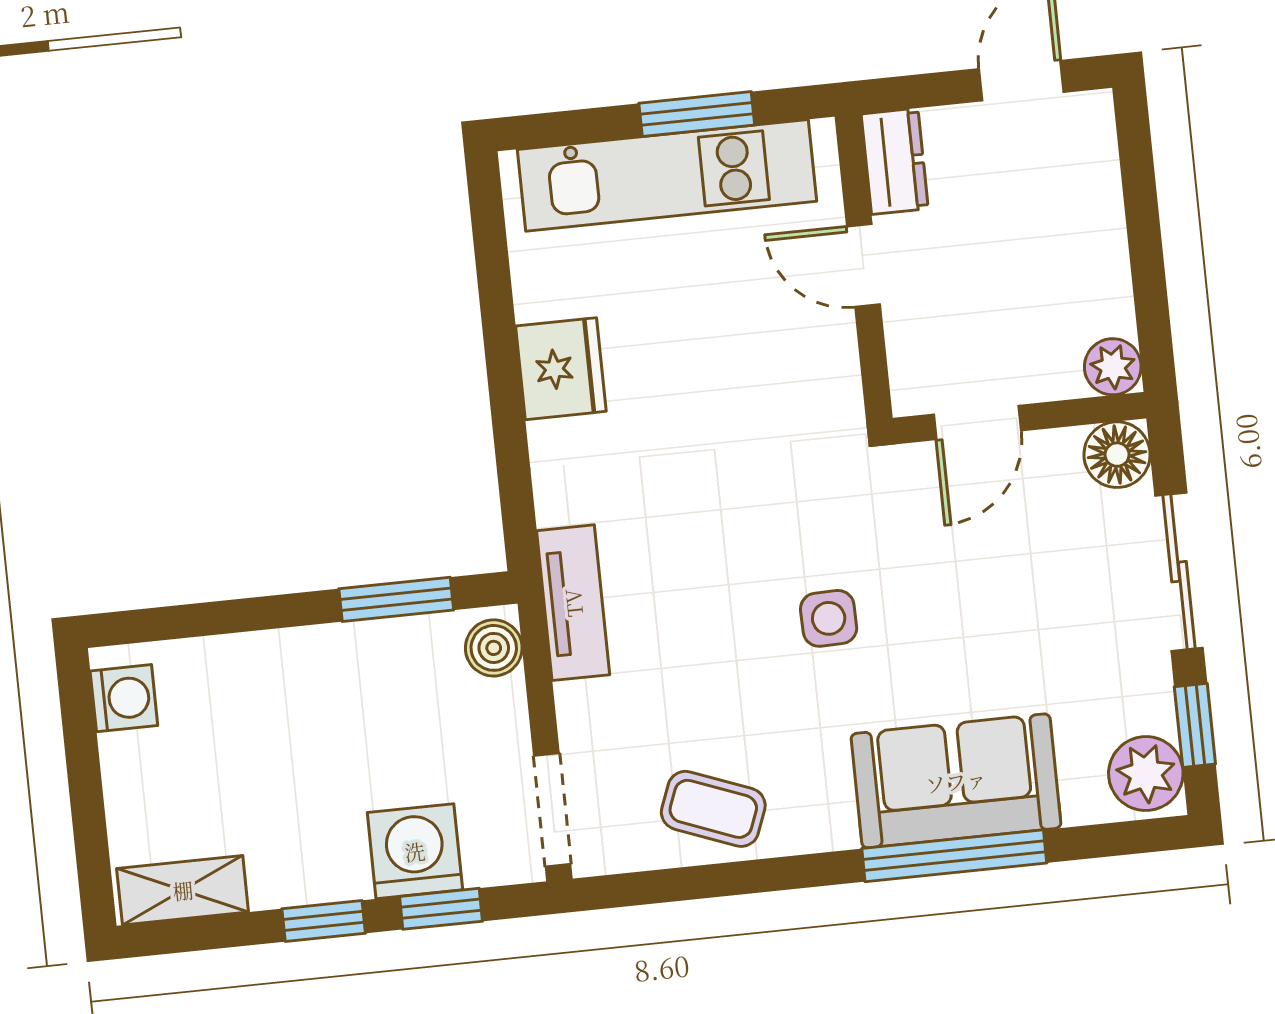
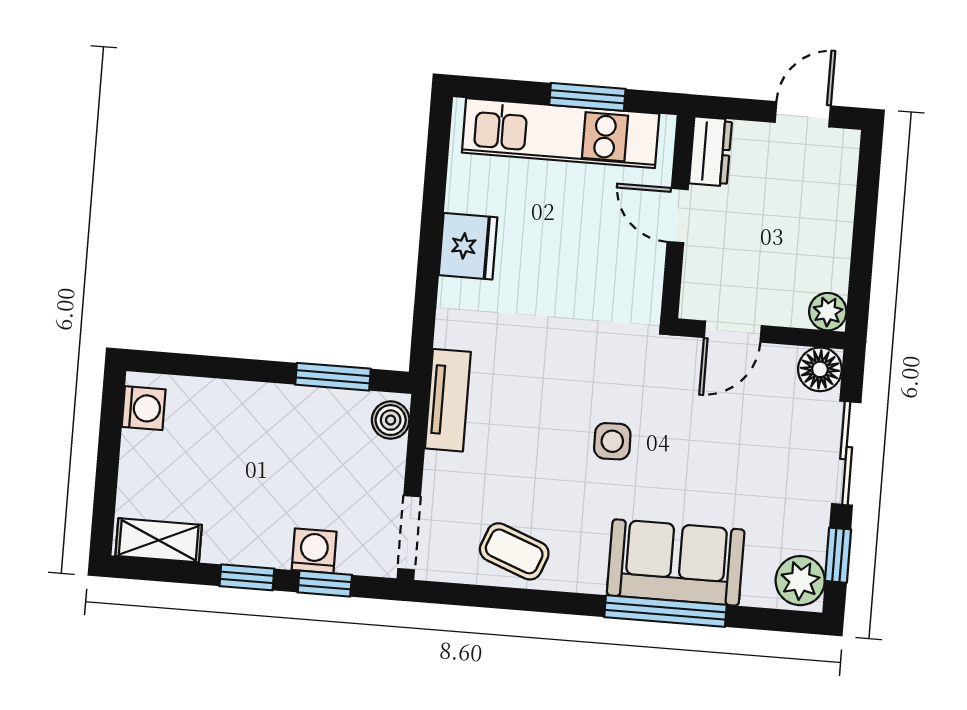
washing machine: (415, 851) -> (314, 551), width x0.73, depth x0.73

